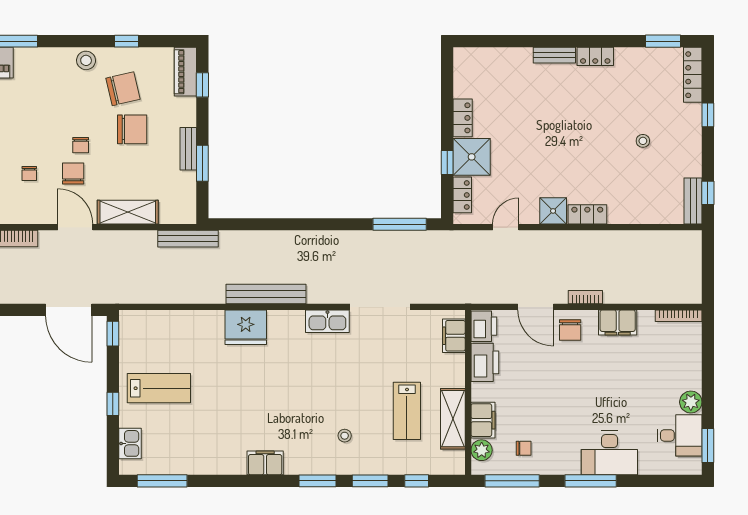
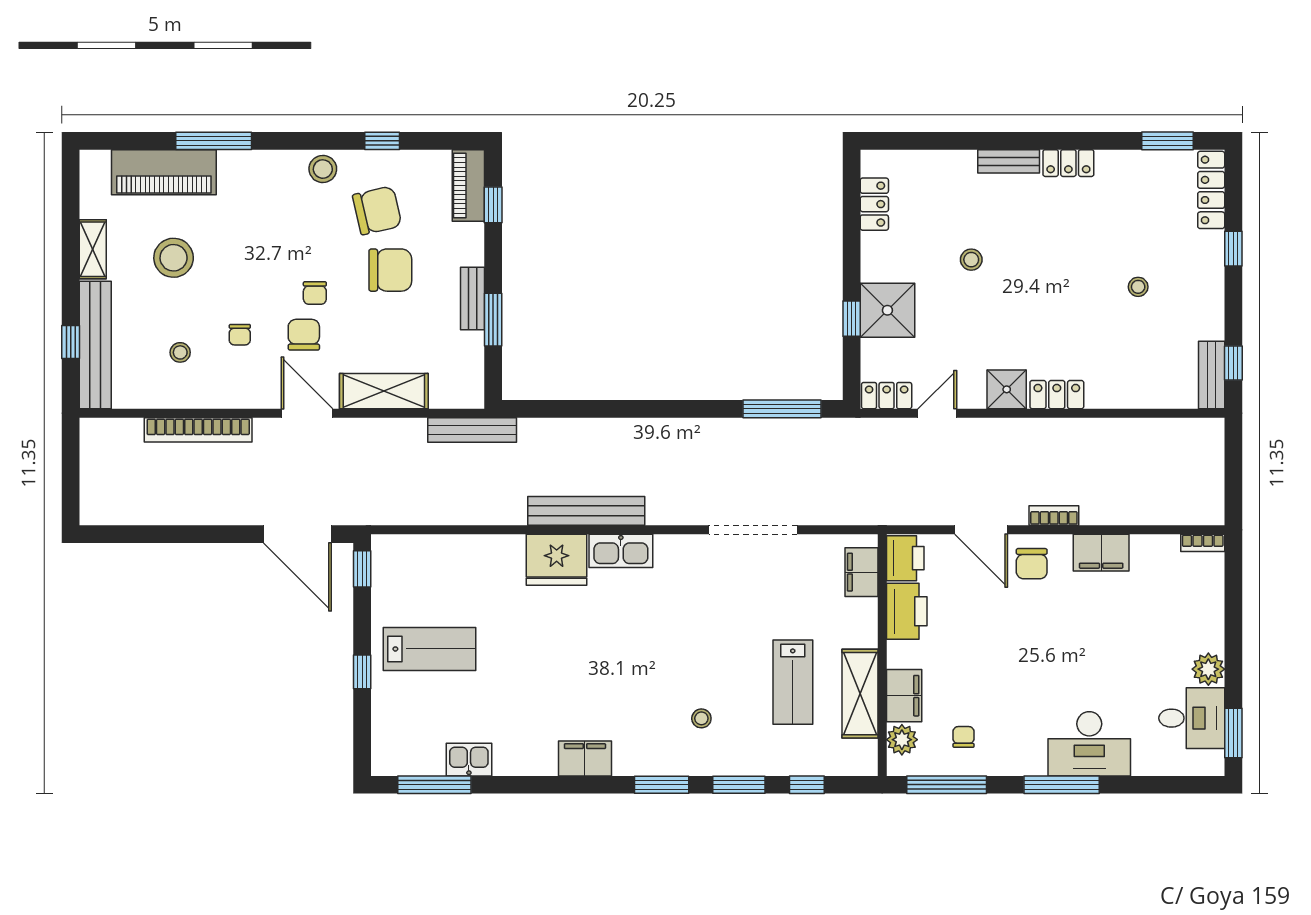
locker: (463, 118) -> (874, 204), moved
stool: (529, 122) -> (971, 260), added
locker: (462, 195) -> (887, 396), moved, turned -90
bookcase: (679, 316) -> (1203, 543), width x0.64
kitchen sink: (327, 321) -> (621, 551), moved
kitchen sink: (130, 443) -> (469, 760), moved, turned -90
chair: (524, 448) -> (964, 737), turned -90

